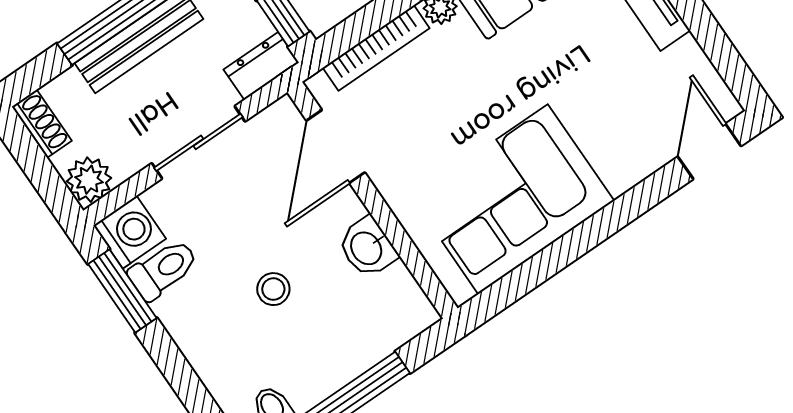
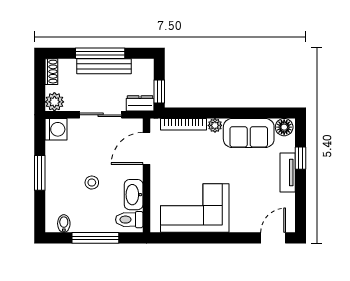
washbasin: (367, 248) -> (134, 195), width x1.38
toilet: (163, 269) -> (129, 220), moved, turned 180
window: (122, 291) -> (40, 173), moved

